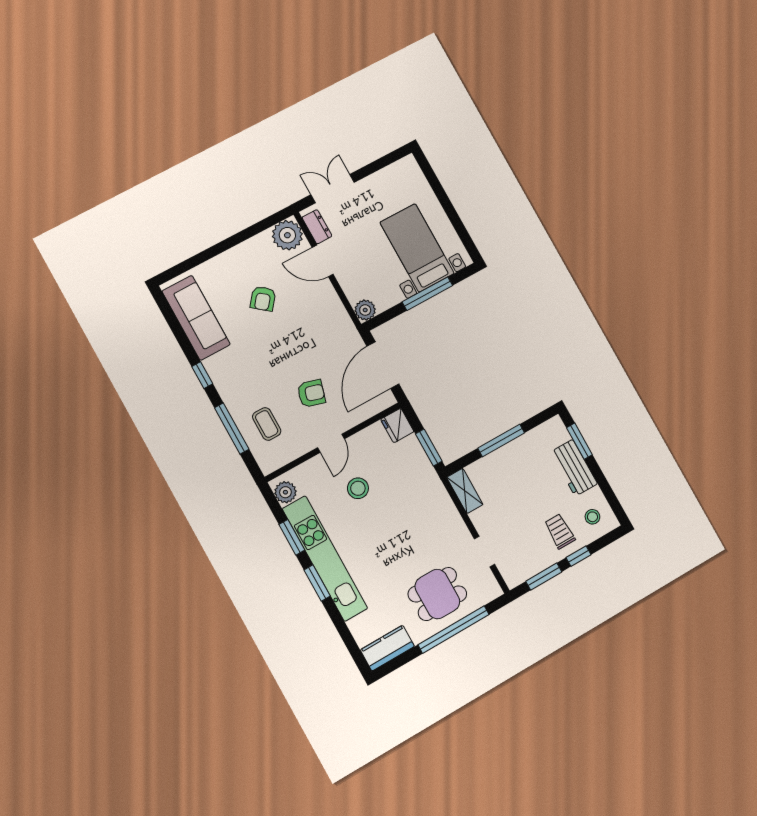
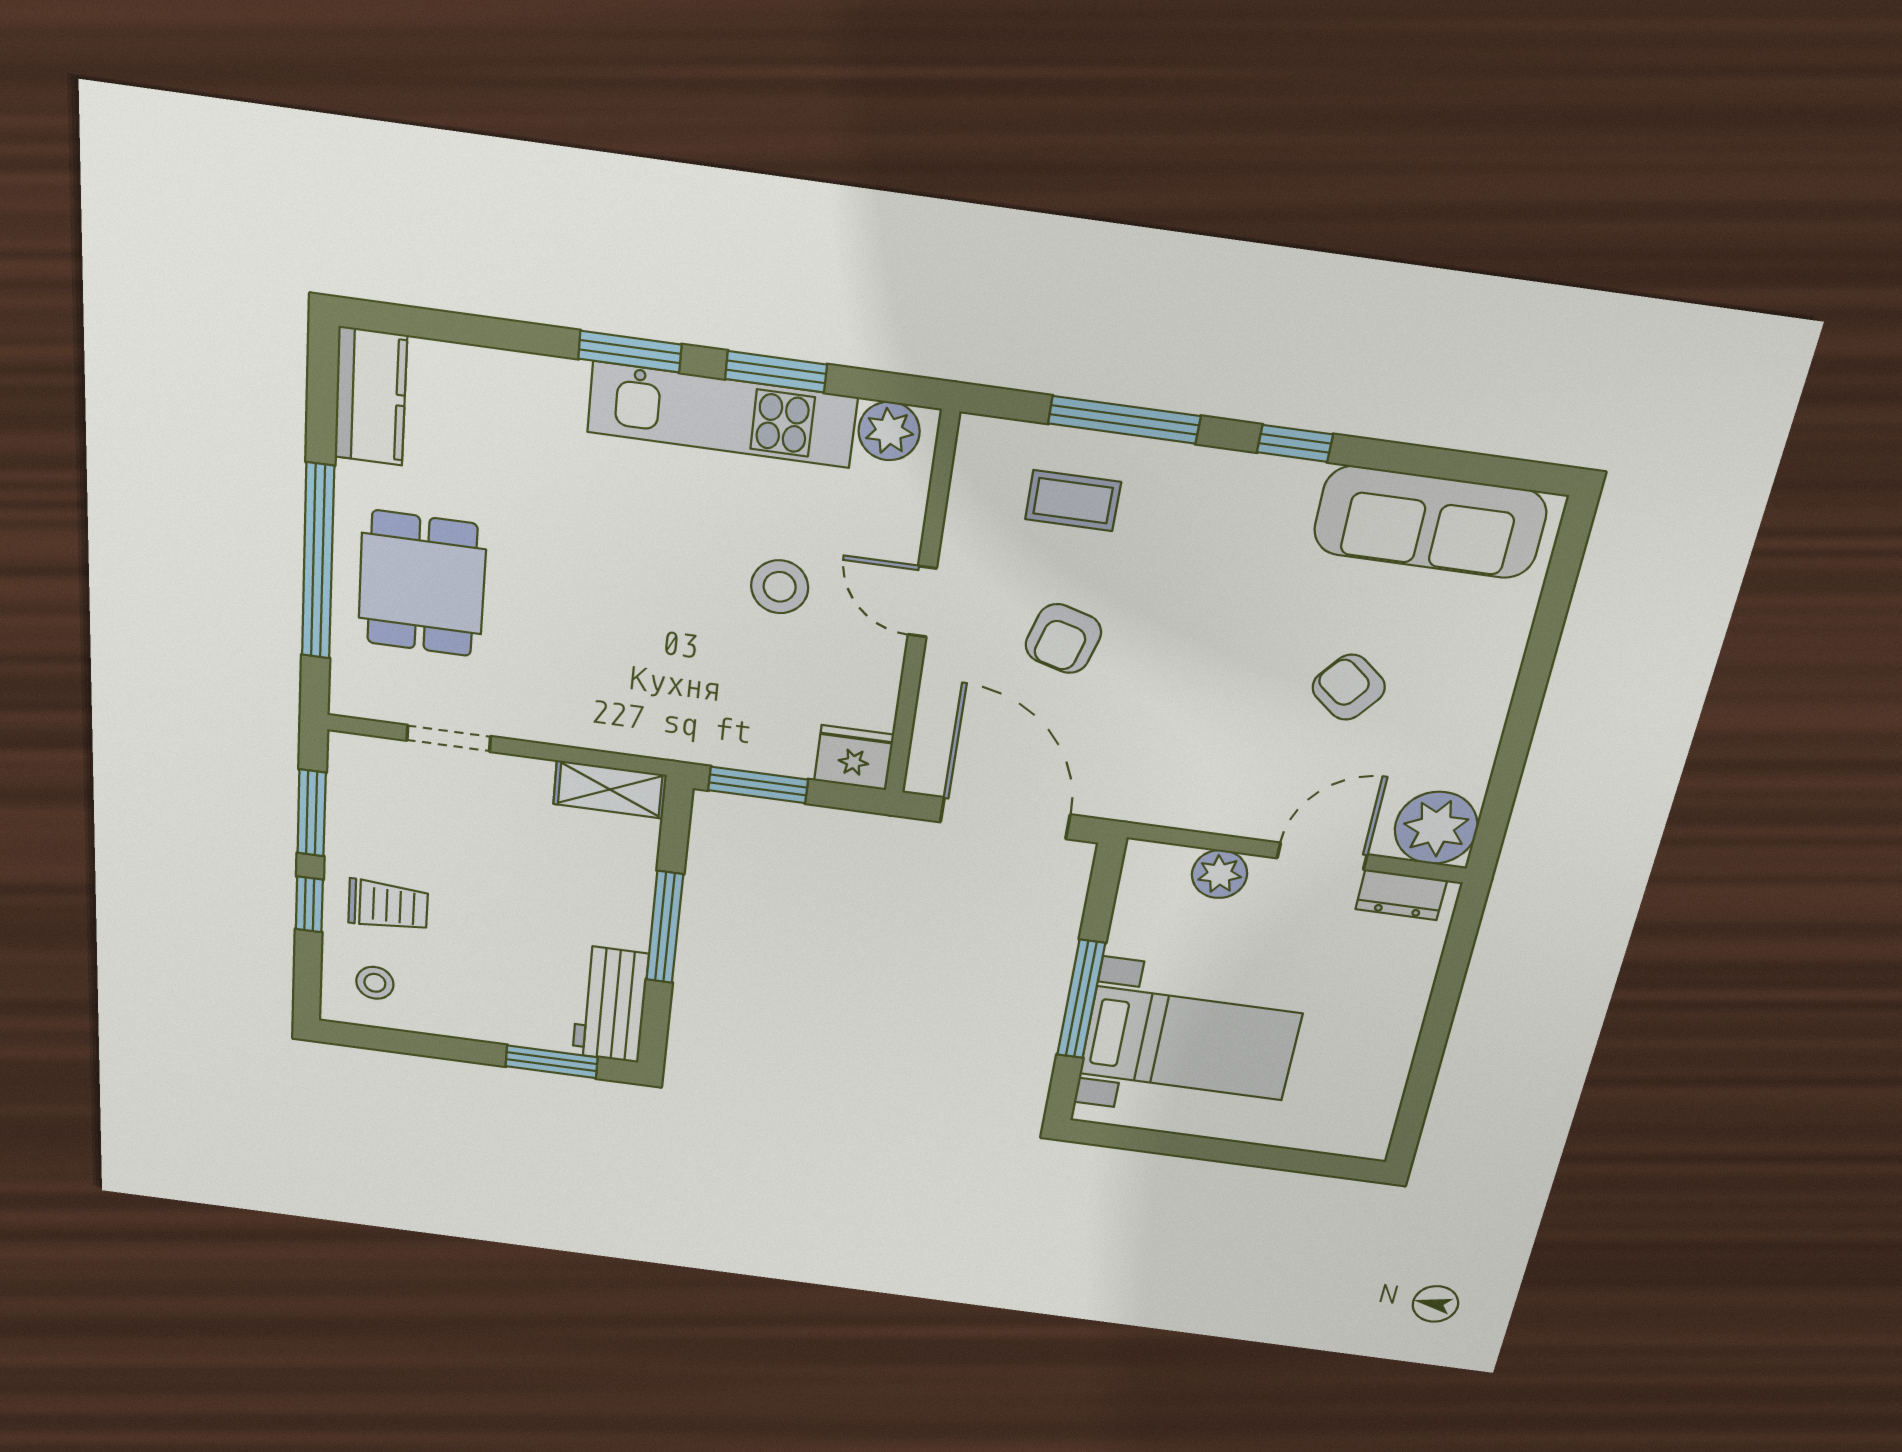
double door: (333, 189) -> (1450, 977), removed
plant: (365, 310) -> (1220, 874), moved
workbench: (574, 468) -> (610, 1004), moved, turned -90
kitchen unit: (325, 558) -> (722, 415), width x0.73

